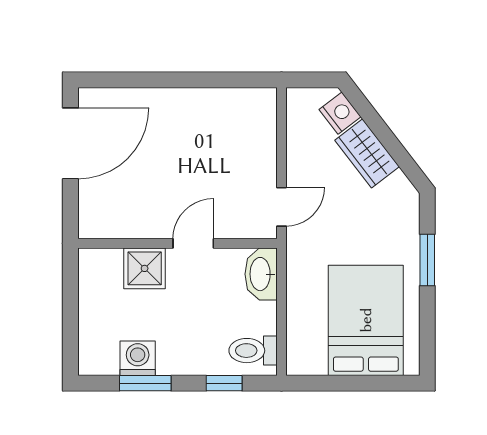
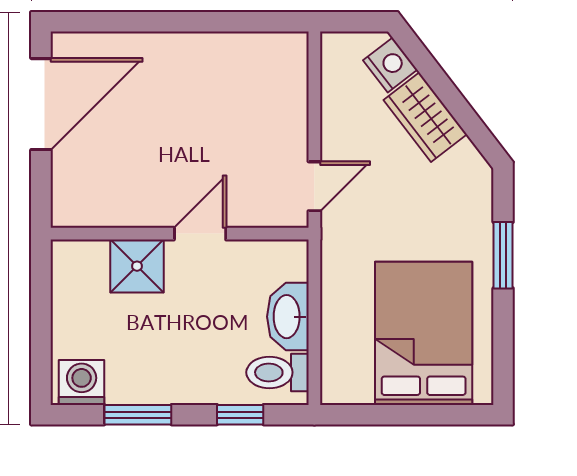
washbasin: (261, 274) -> (288, 317), moved
washing machine: (138, 358) -> (82, 382), moved

